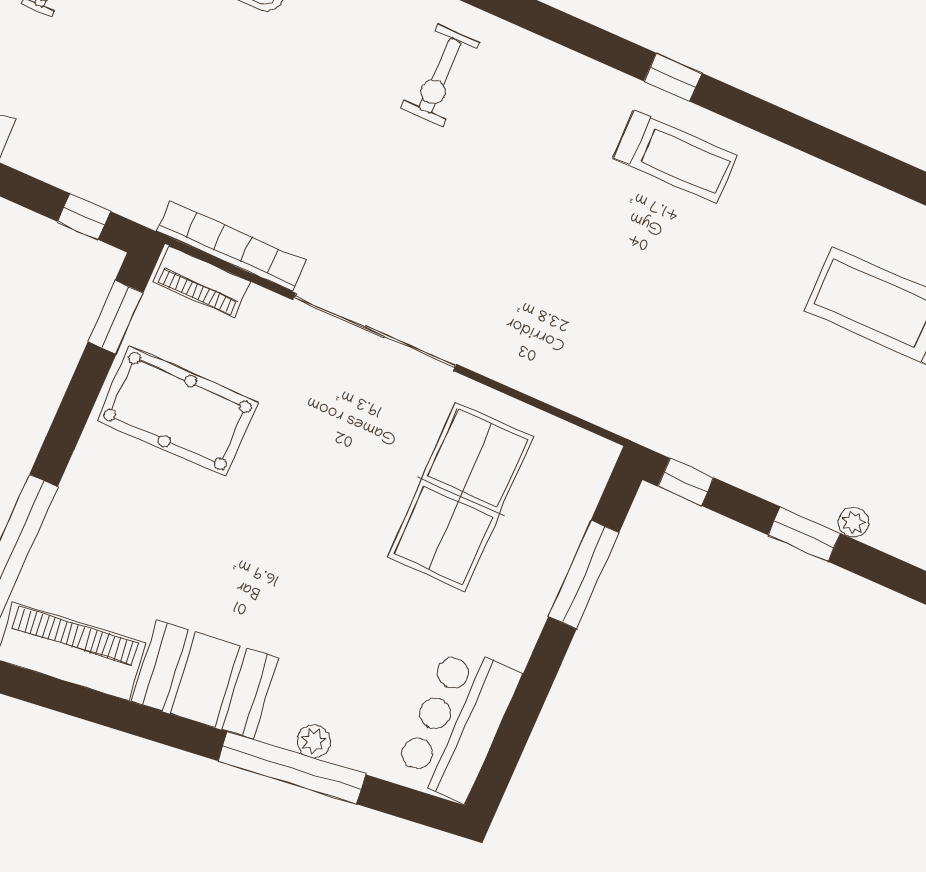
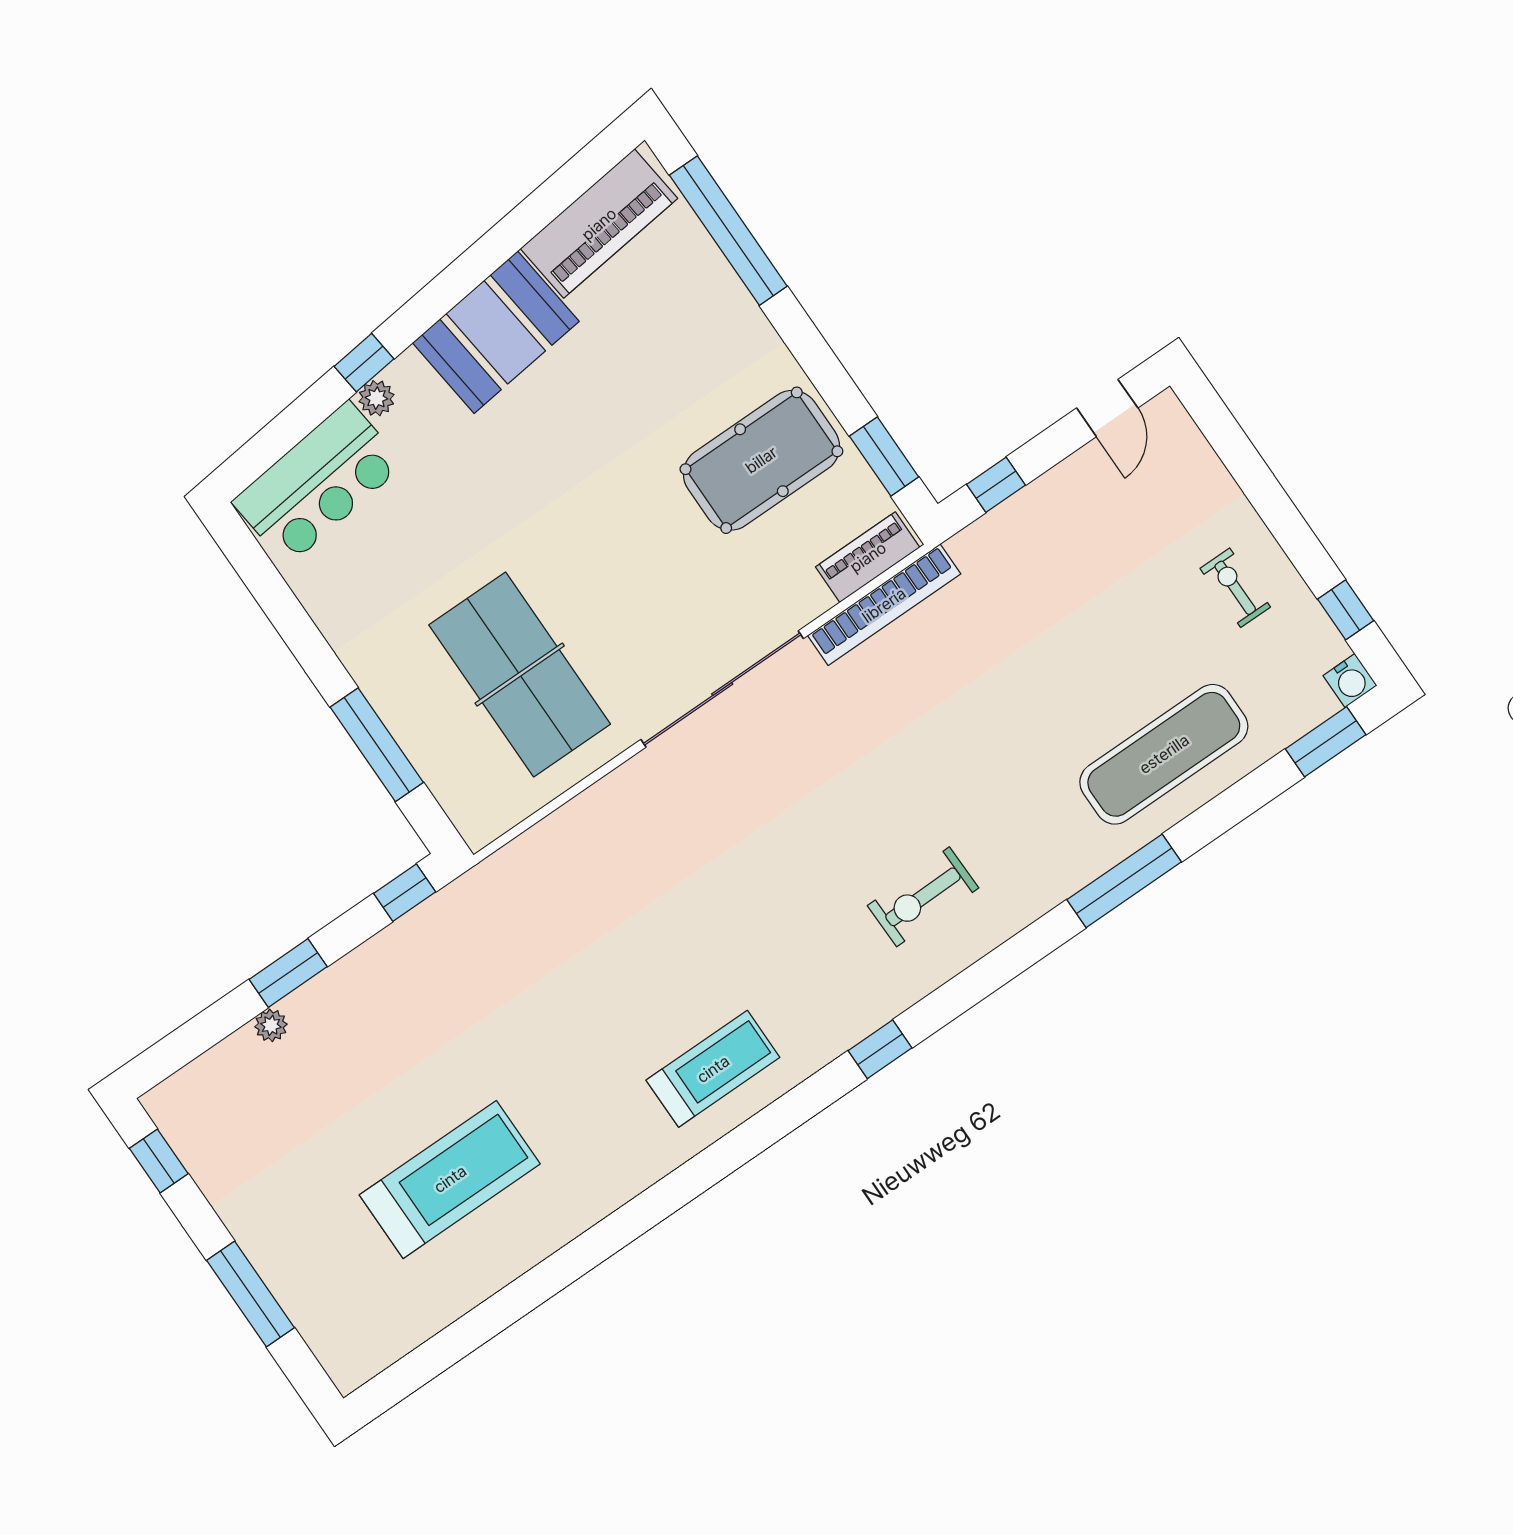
exercise bike: (440, 76) -> (923, 897), turned -91
window: (673, 77) -> (880, 1049), moved
treadmill: (675, 157) -> (713, 1069), turned 180
bar counter: (458, 723) -> (318, 483), moved, turned 83
window: (292, 768) -> (364, 363), width x0.32

